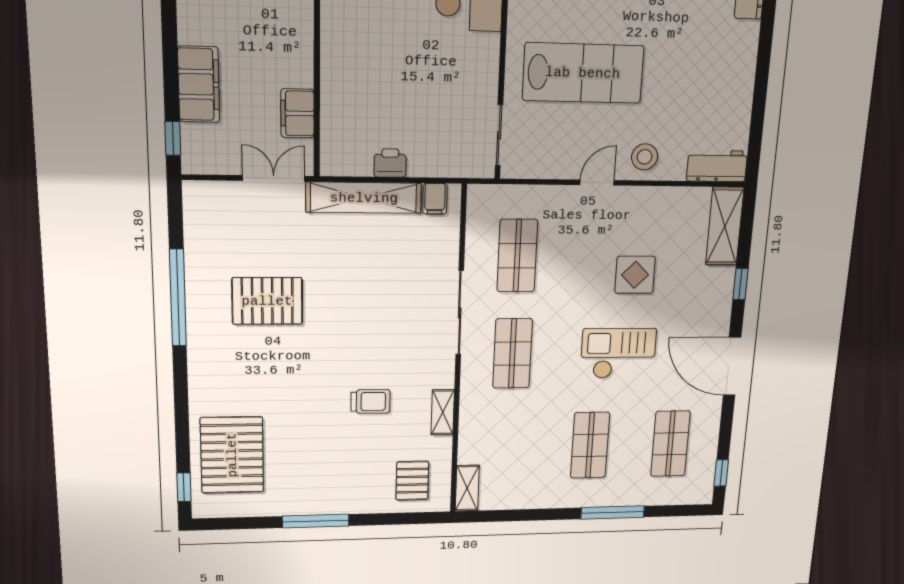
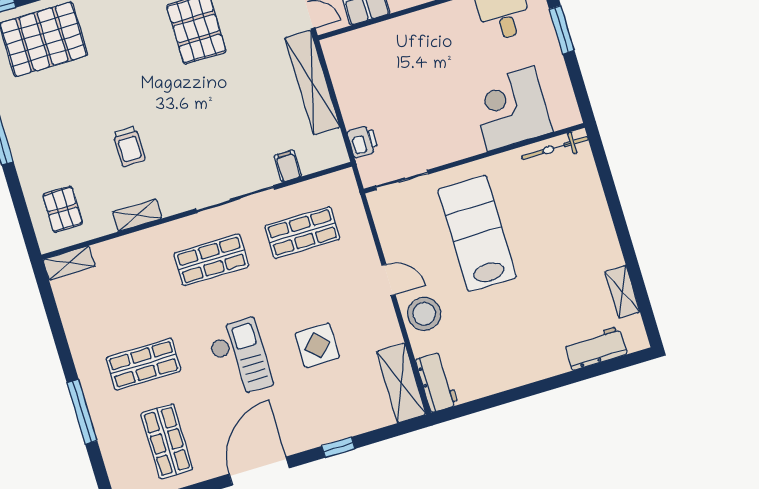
lab bench: (583, 73) -> (477, 233), turned 180
stool: (645, 157) -> (424, 314), width x1.38, depth x1.38
printer: (390, 163) -> (363, 141), moved
filing cabinet: (435, 199) -> (288, 166), moved, turned 90
shelving: (725, 226) -> (401, 383), moved, turned 90
shop shelf: (670, 444) -> (167, 441), turned 90
pallet: (412, 481) -> (63, 209), turned 90

